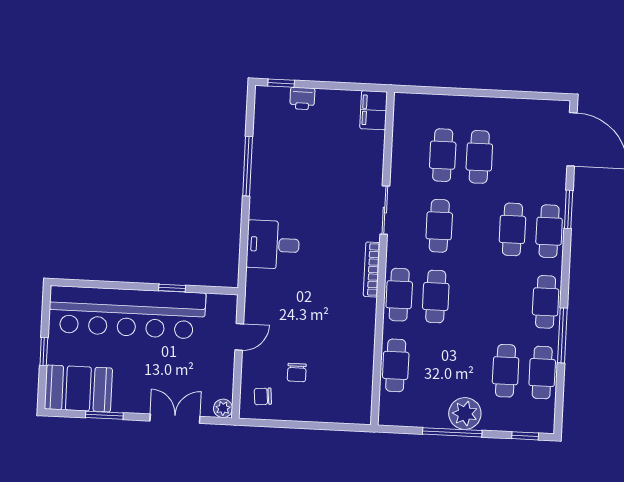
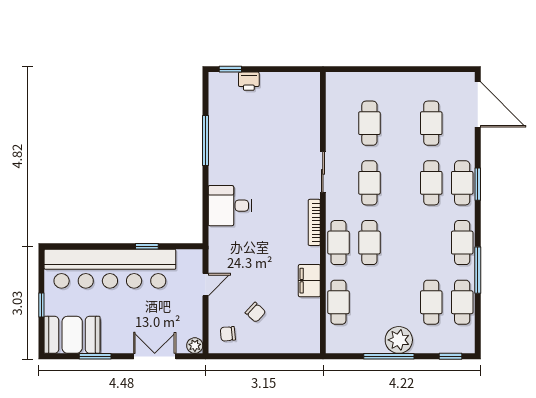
filing cabinet: (374, 110) -> (309, 281), moved
cafe table: (479, 157) -> (431, 123), moved
window: (569, 209) -> (478, 184), moved
chair: (297, 372) -> (255, 312), turned -47

